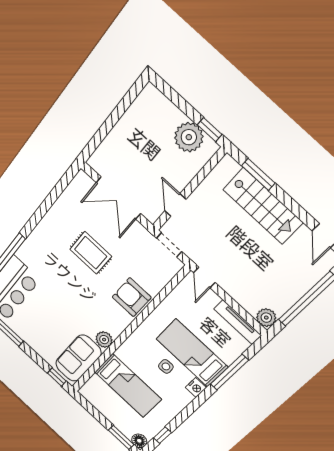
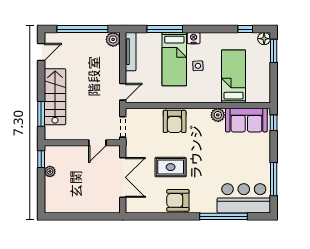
plant: (189, 137) -> (50, 171), width x0.53, depth x0.53
armchair: (53, 230) -> (178, 200), added
rug: (91, 253) -> (171, 167), turned 90

